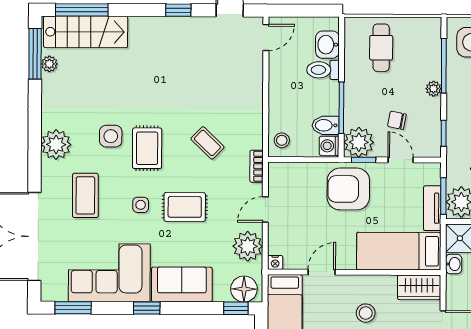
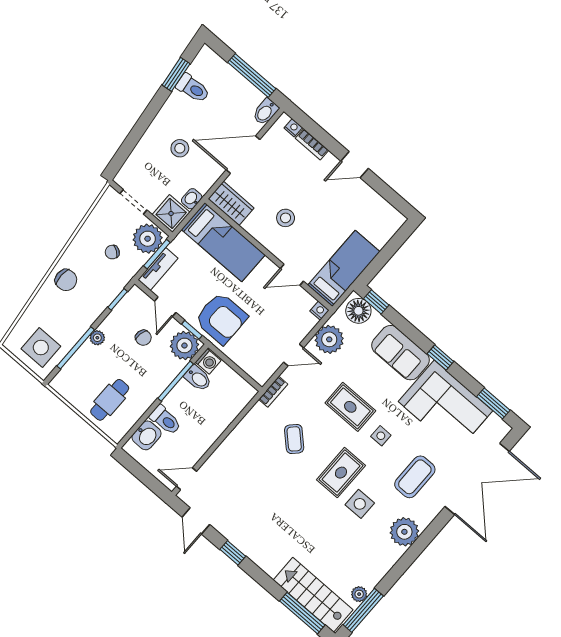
stool: (282, 140) -> (239, 395), removed
tv unit: (432, 208) -> (158, 269), moved

